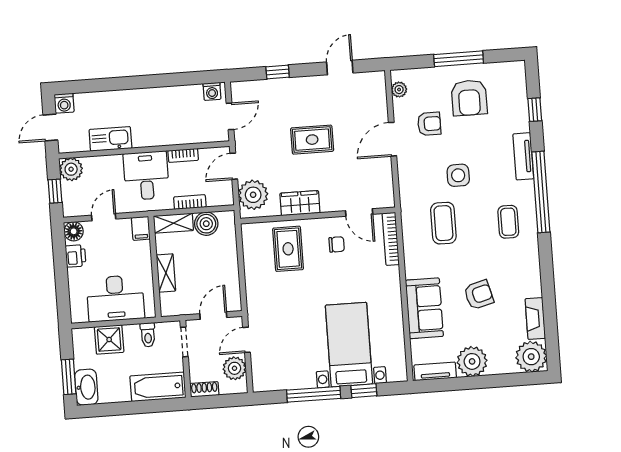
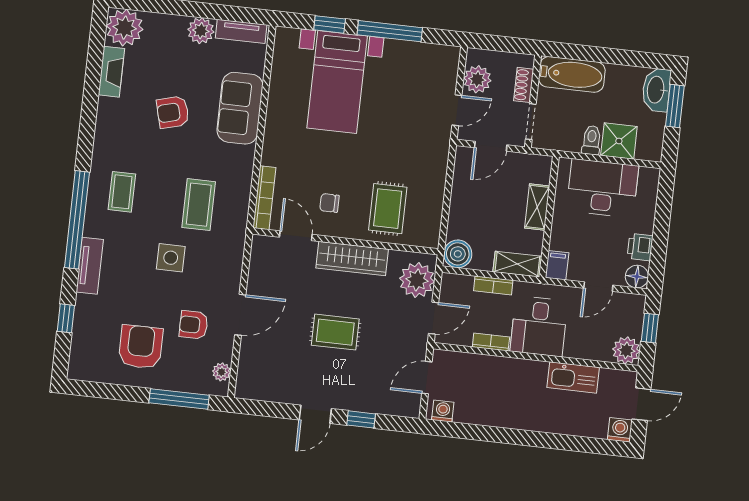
window: (459, 59) -> (179, 399), moved
door: (340, 67) -> (315, 414), moved
wardrobe: (300, 203) -> (352, 259), width x1.50
boiler: (206, 224) -> (458, 254), moved
toilet: (148, 335) -> (592, 140), moved
plant: (472, 361) -> (201, 31), width x0.73, depth x0.73
shoe rack: (204, 389) -> (524, 85), moved, turned 90

